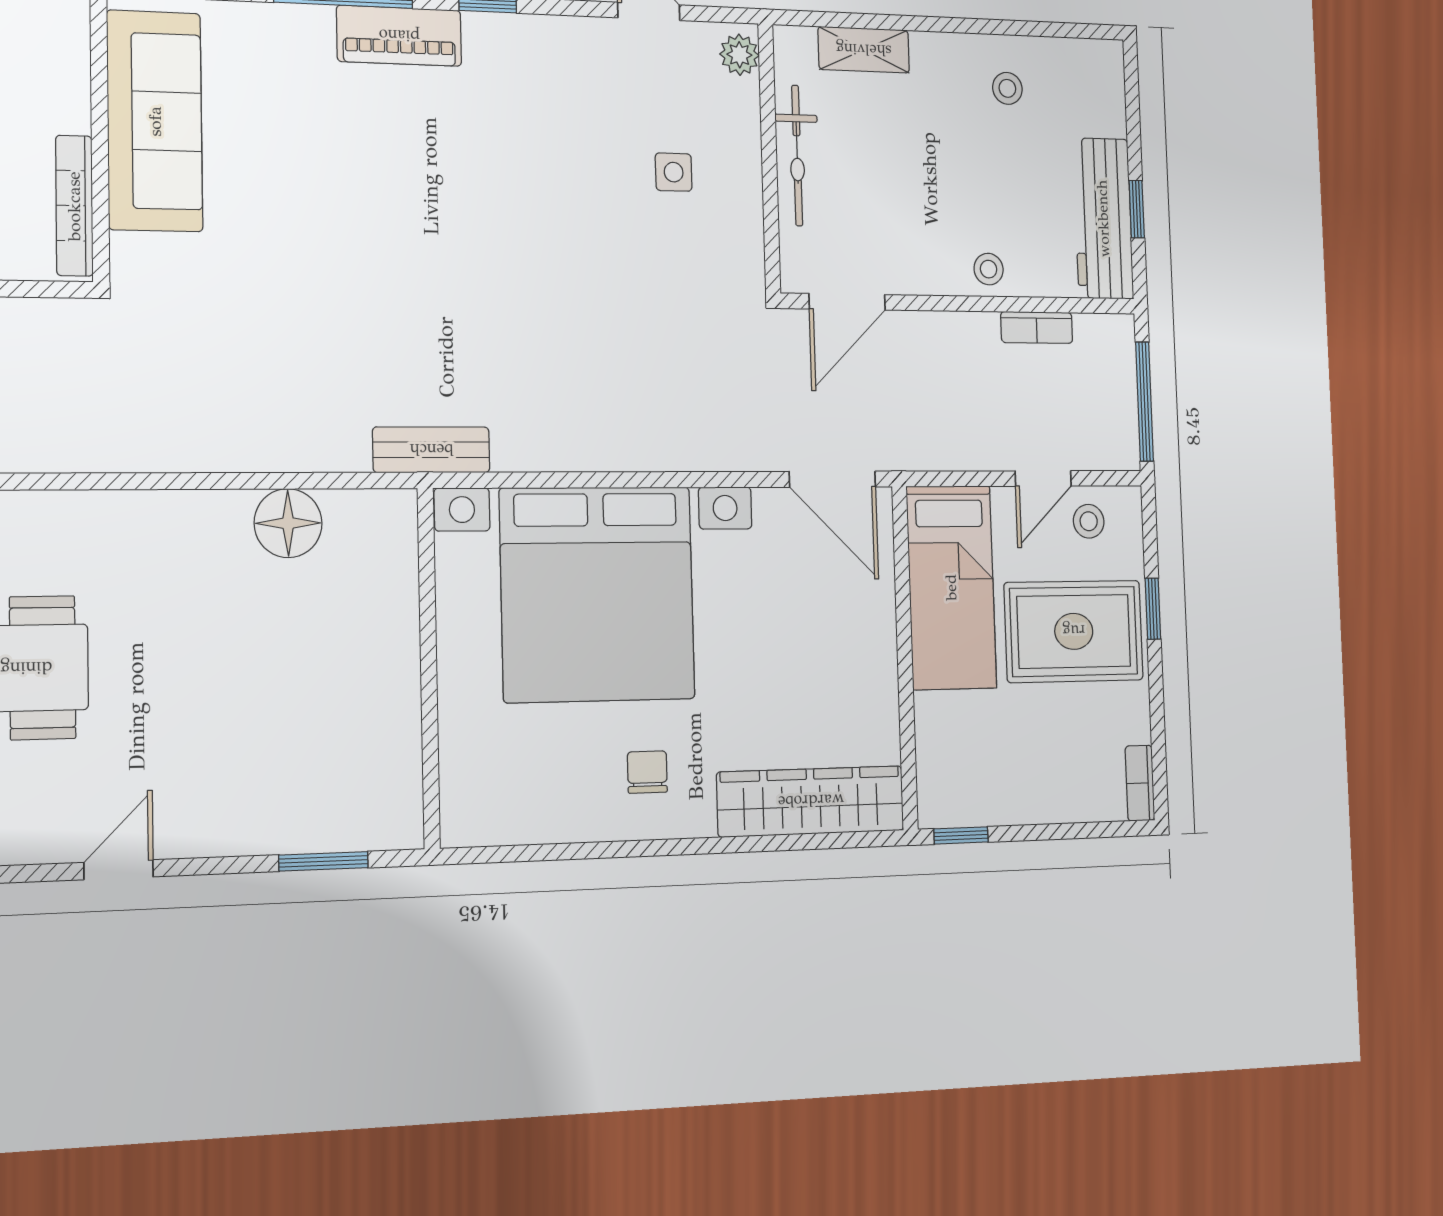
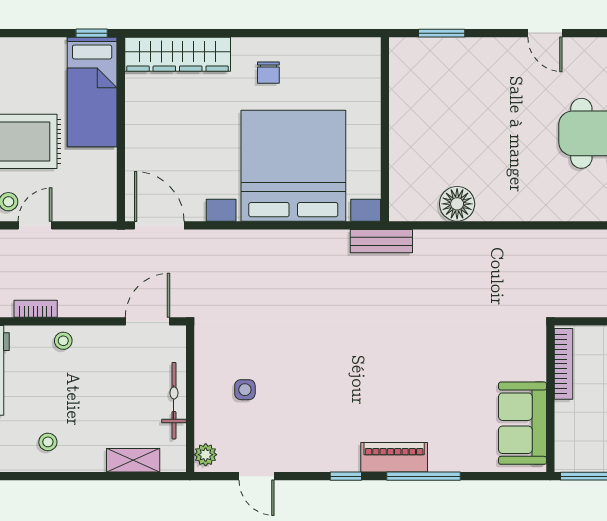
sofa: (155, 121) -> (523, 423), width x0.73
bed: (951, 587) -> (92, 92), moved, turned 180
door: (119, 870) -> (545, 33), hinge flipped

